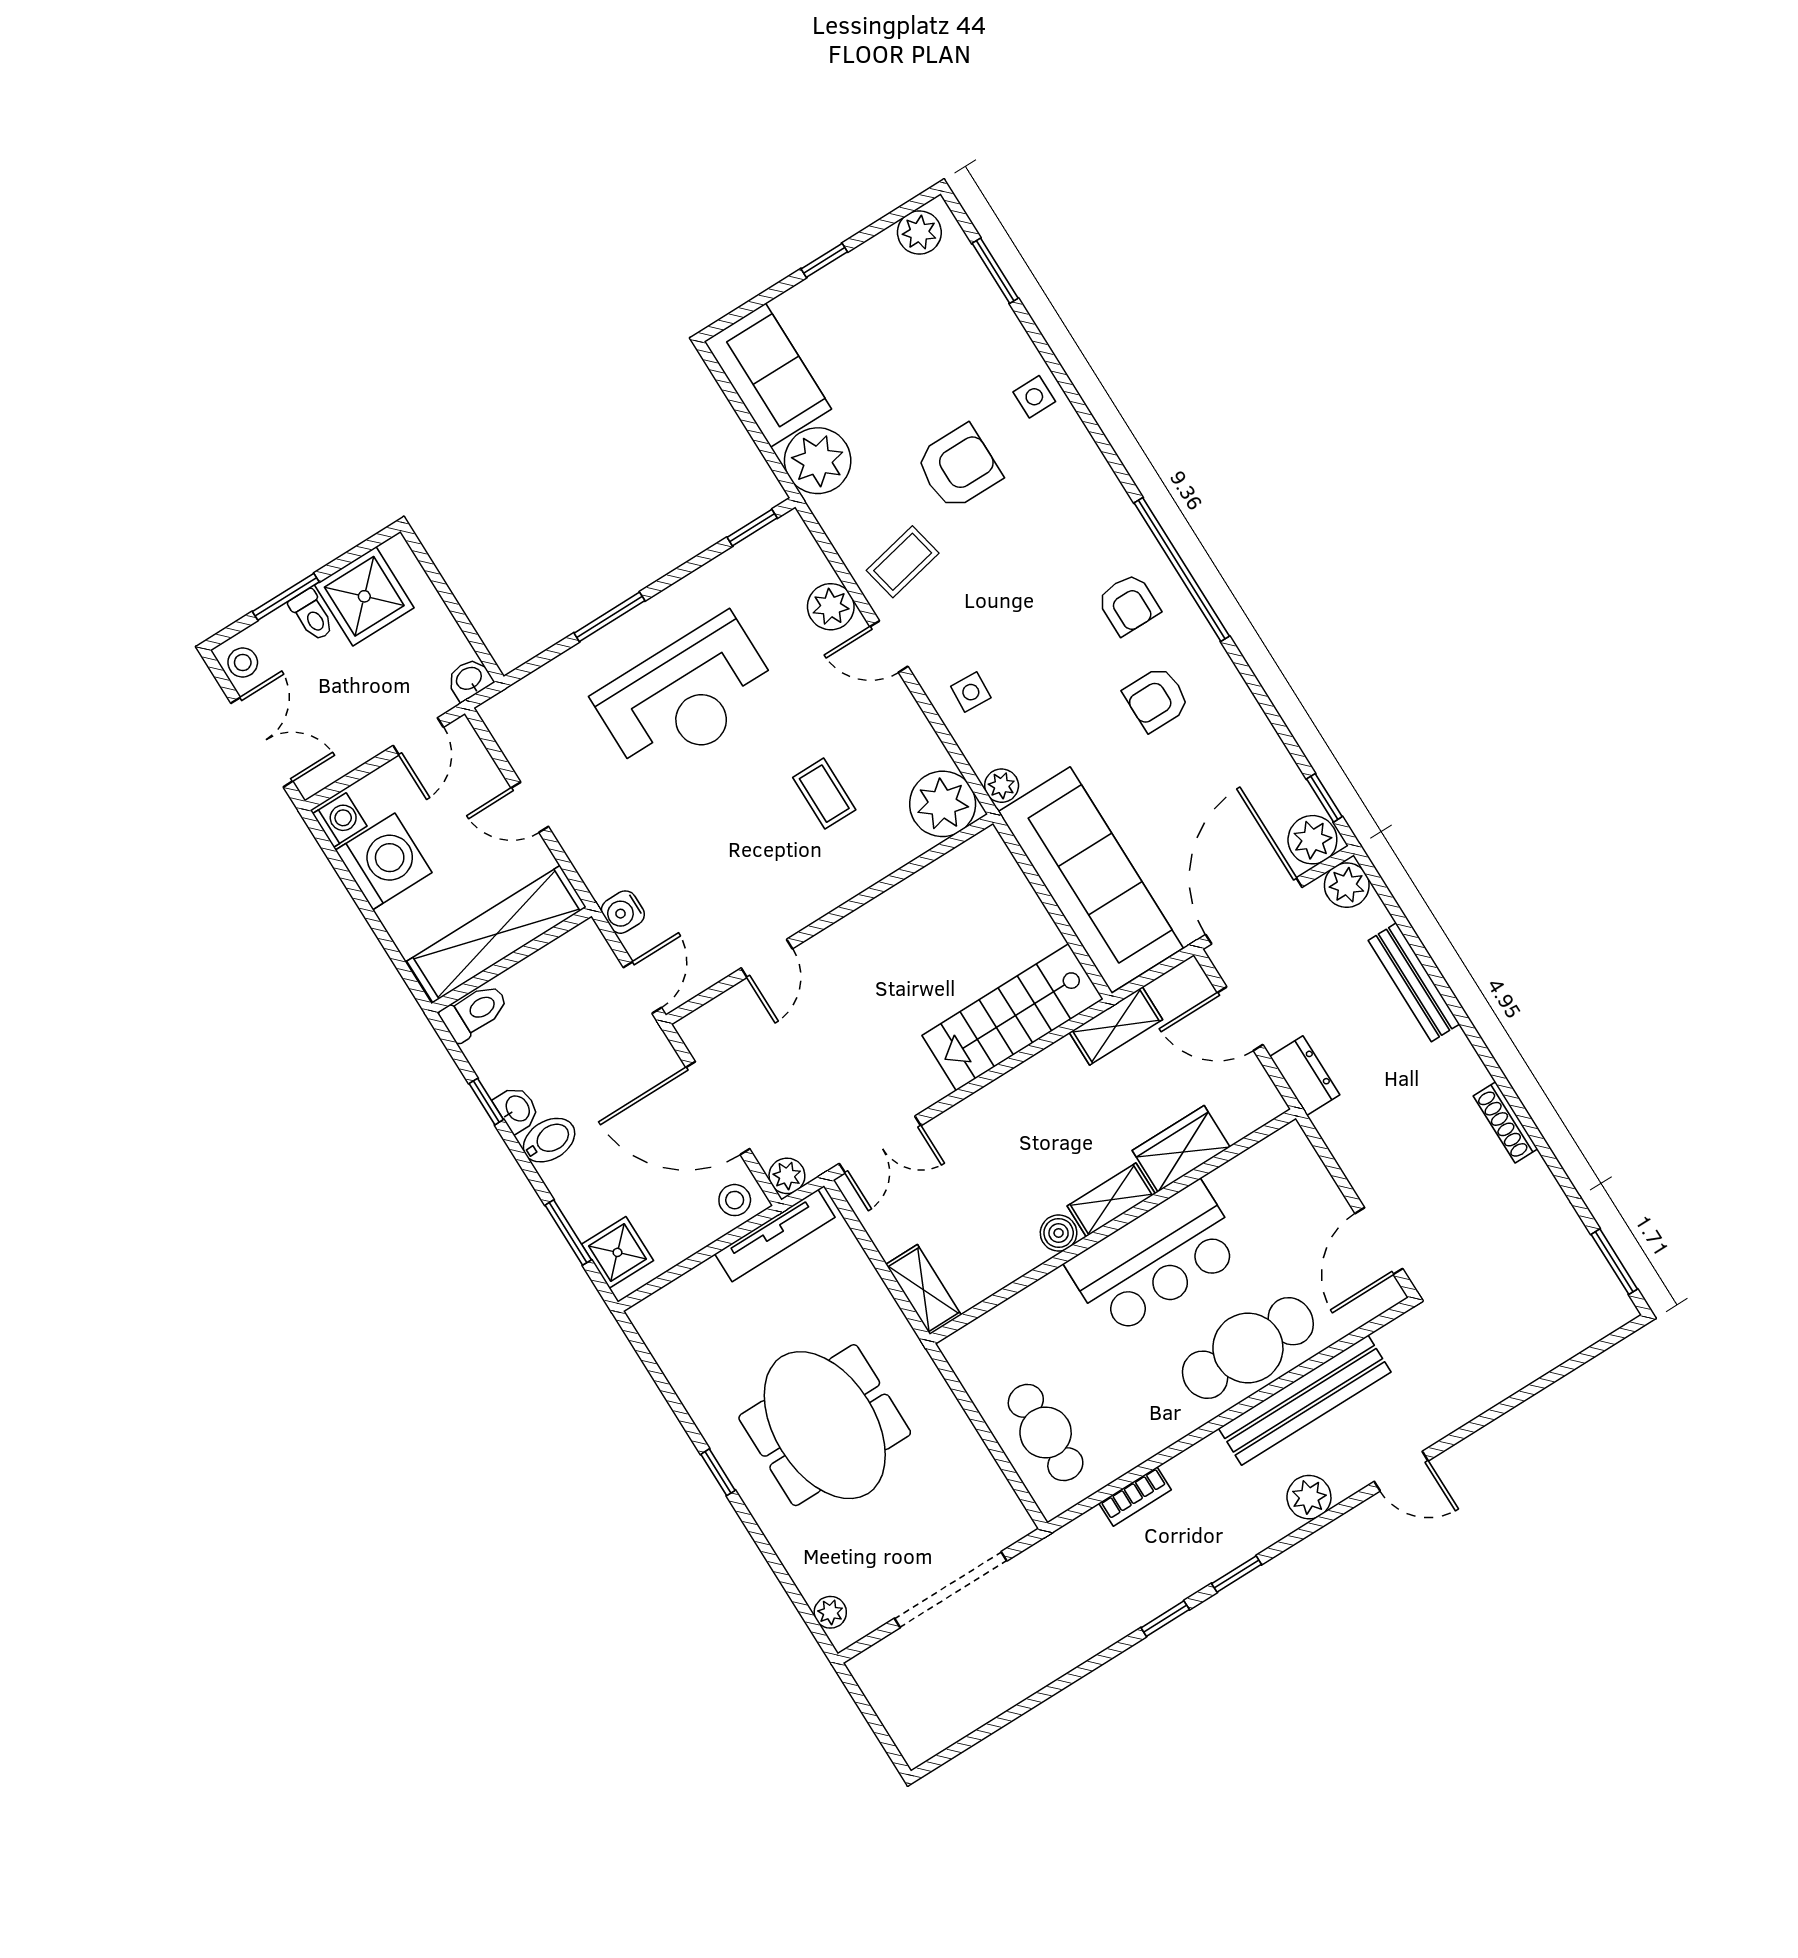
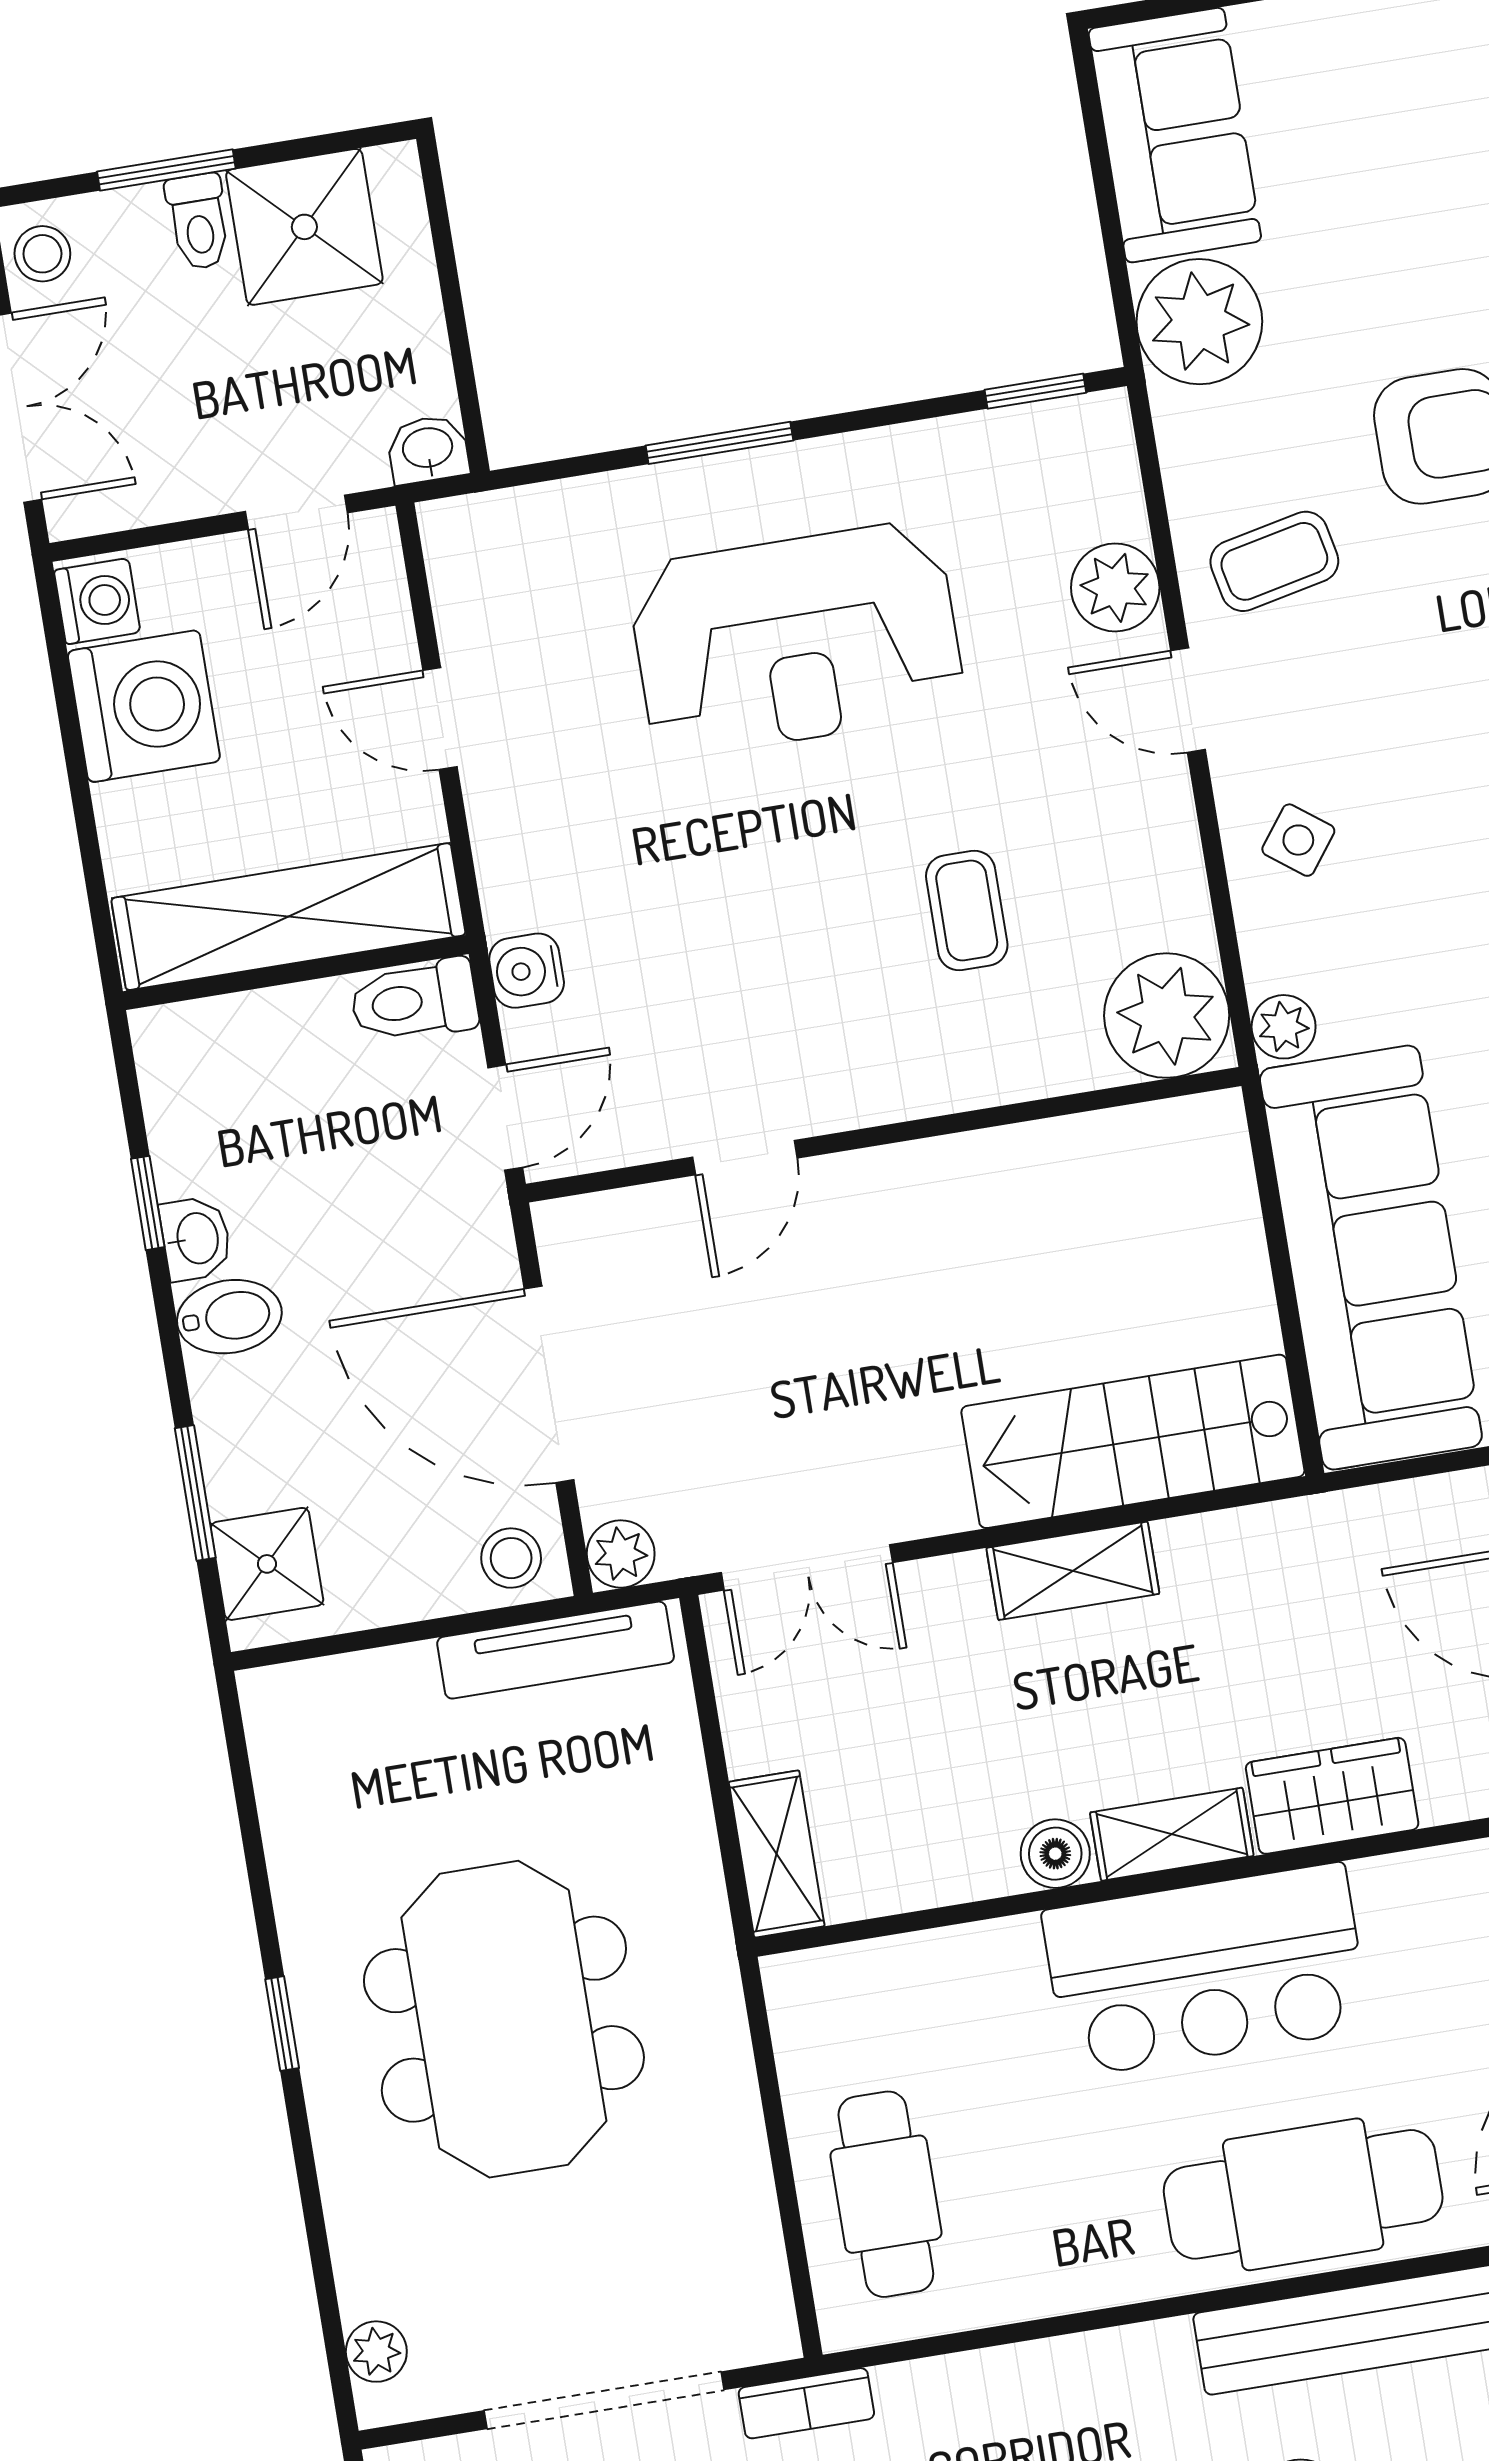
side table: (971, 692) -> (1298, 840), turned 34
toilet: (474, 1012) -> (414, 1001), moved, turned 180
shelving: (1116, 1026) -> (1073, 1571), moved
bookcase: (1135, 1497) -> (806, 2403), moved

